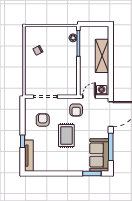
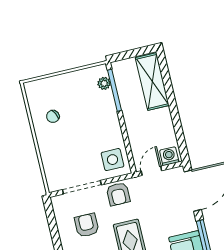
shelving: (102, 56) -> (152, 82), moved
side table: (67, 84) -> (113, 160), added
armchair: (76, 110) -> (118, 194), moved

